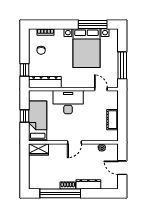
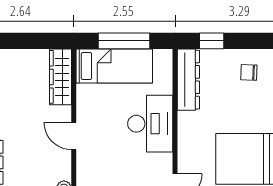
window: (24, 116) -> (124, 41), width x2.17
wardrobe: (38, 149) -> (60, 77), width x1.50

